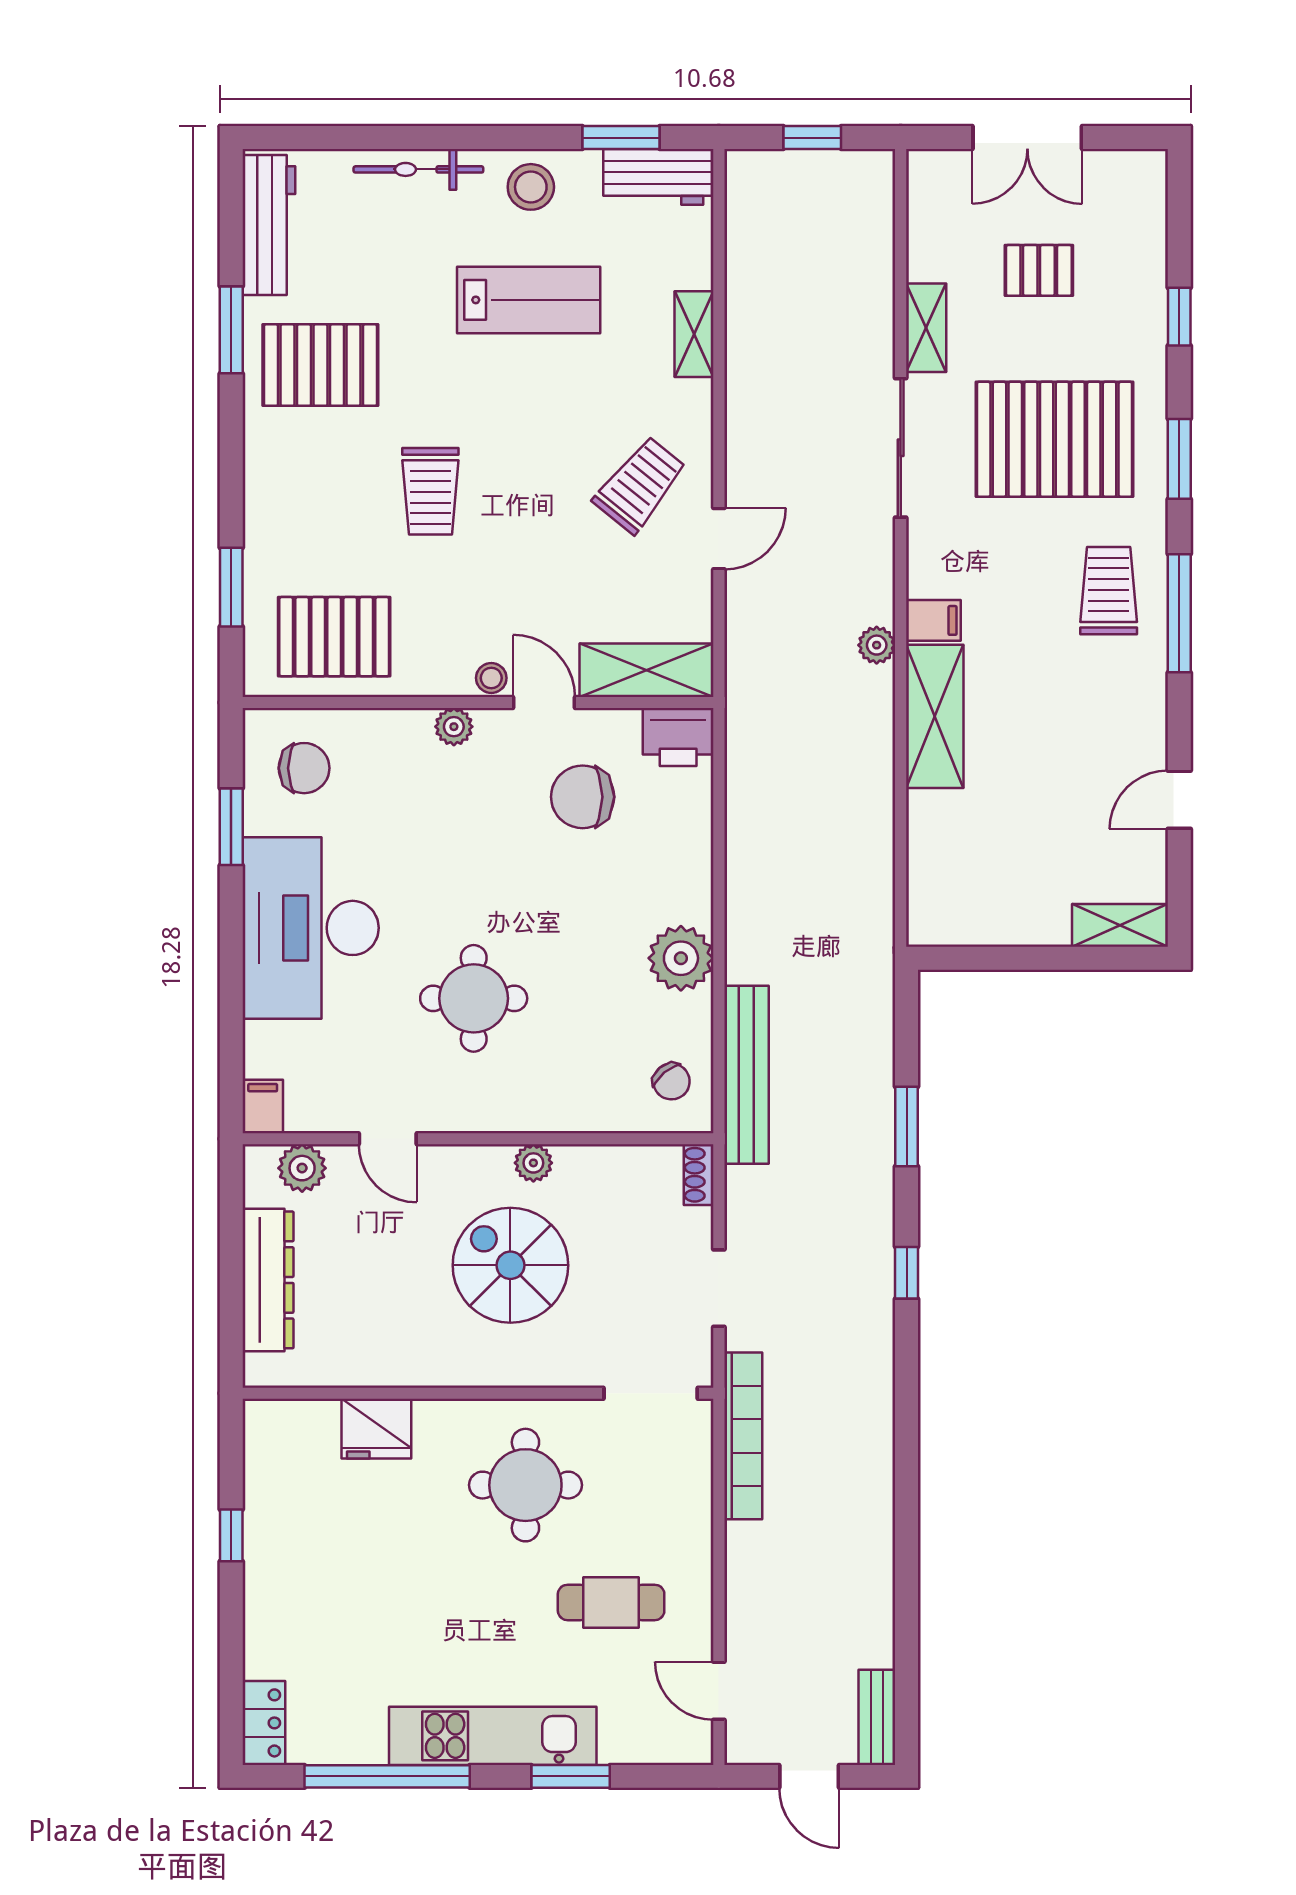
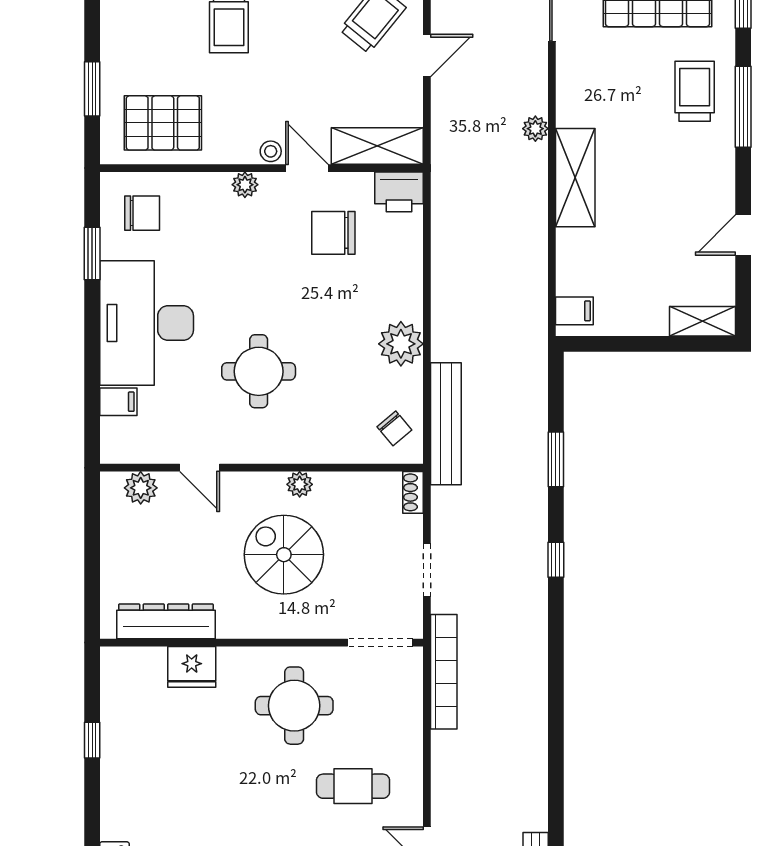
filing cabinet: (933, 620) -> (574, 311), moved
filing cabinet: (263, 1106) -> (118, 402), moved, turned 90
dresser: (268, 1280) -> (166, 621), moved, turned -90

